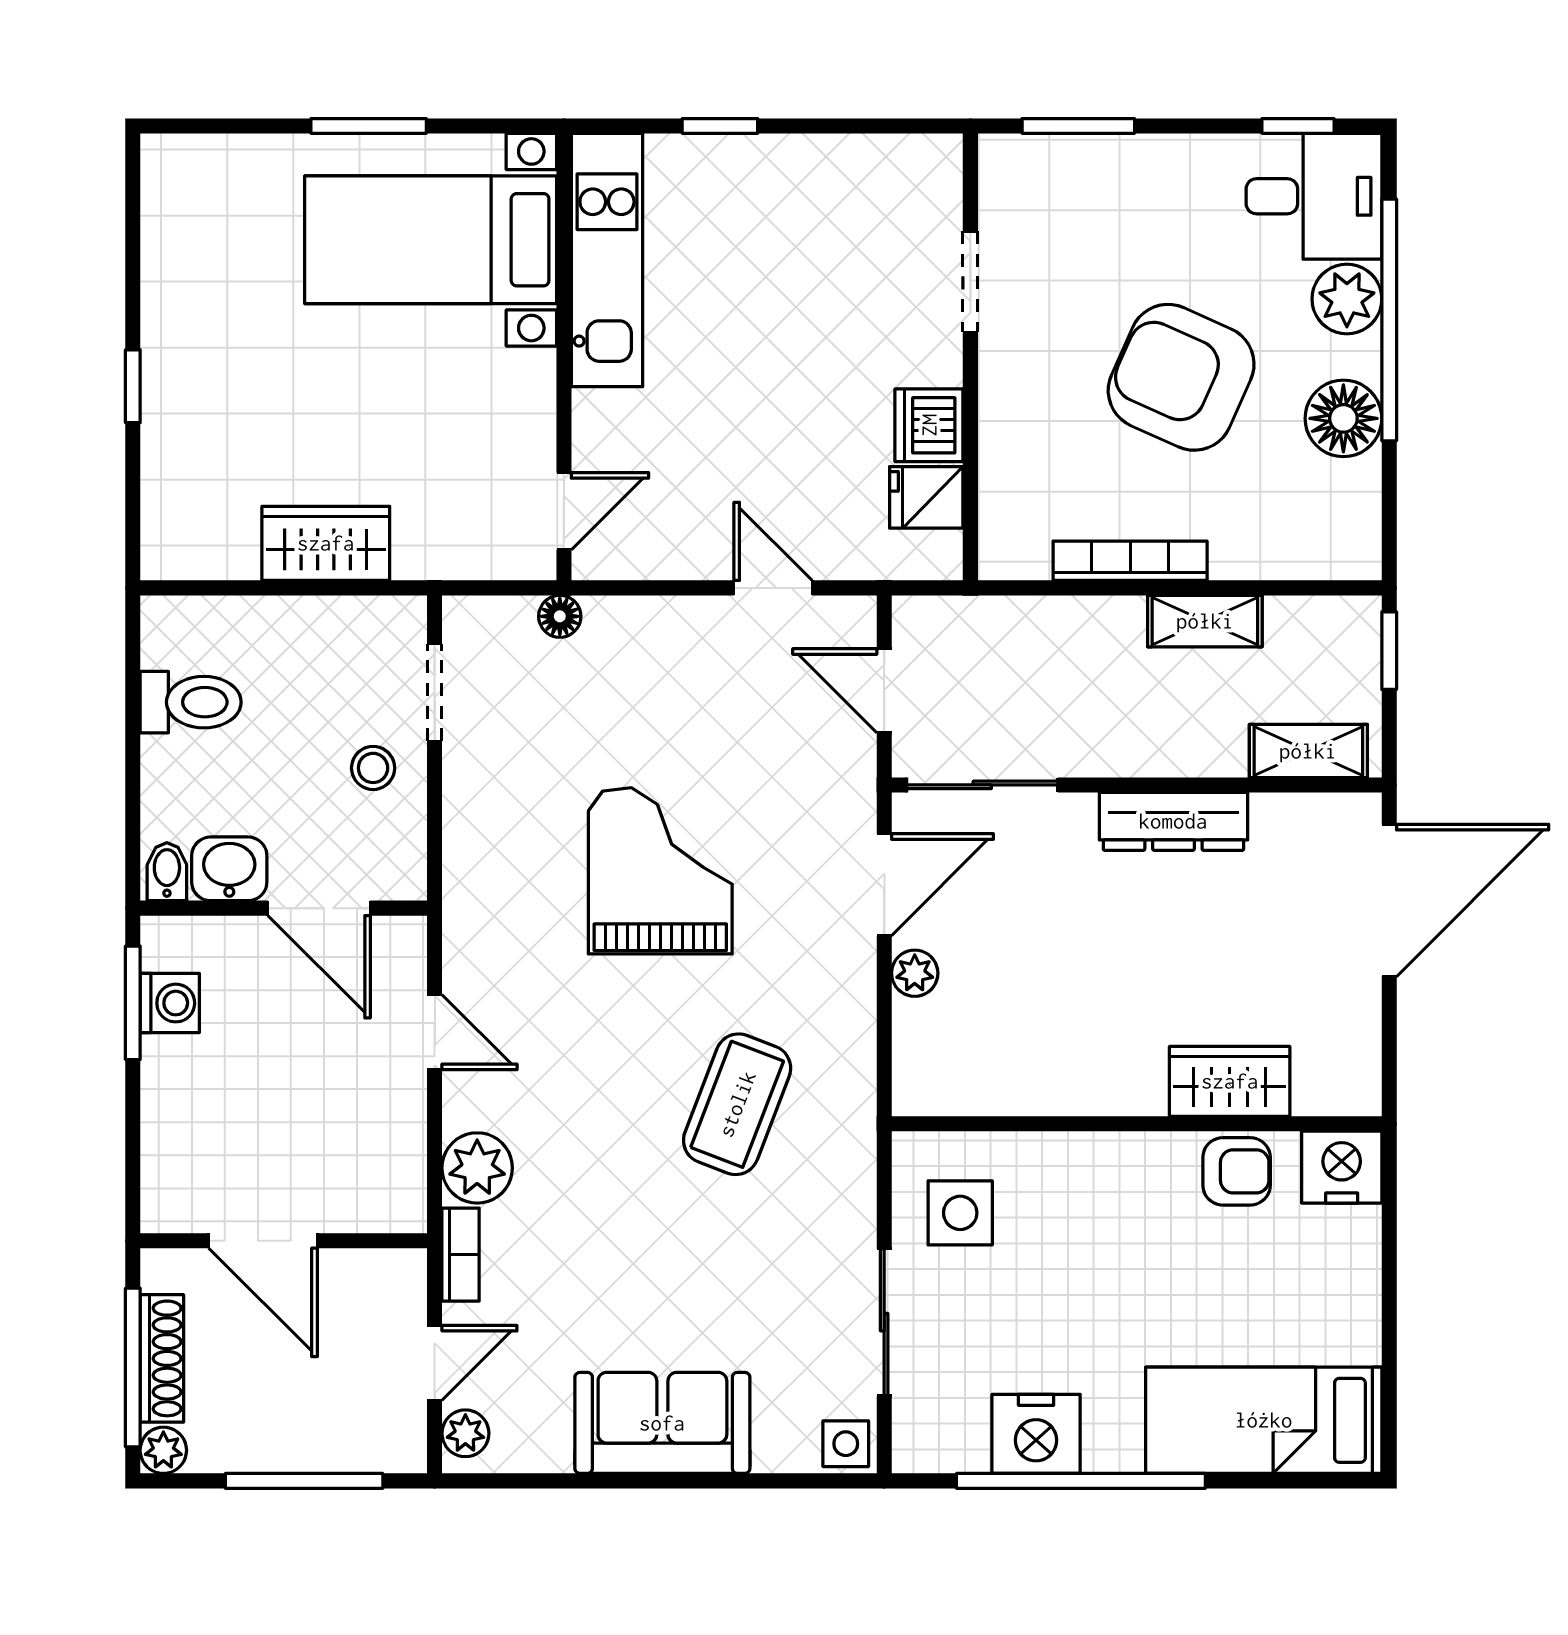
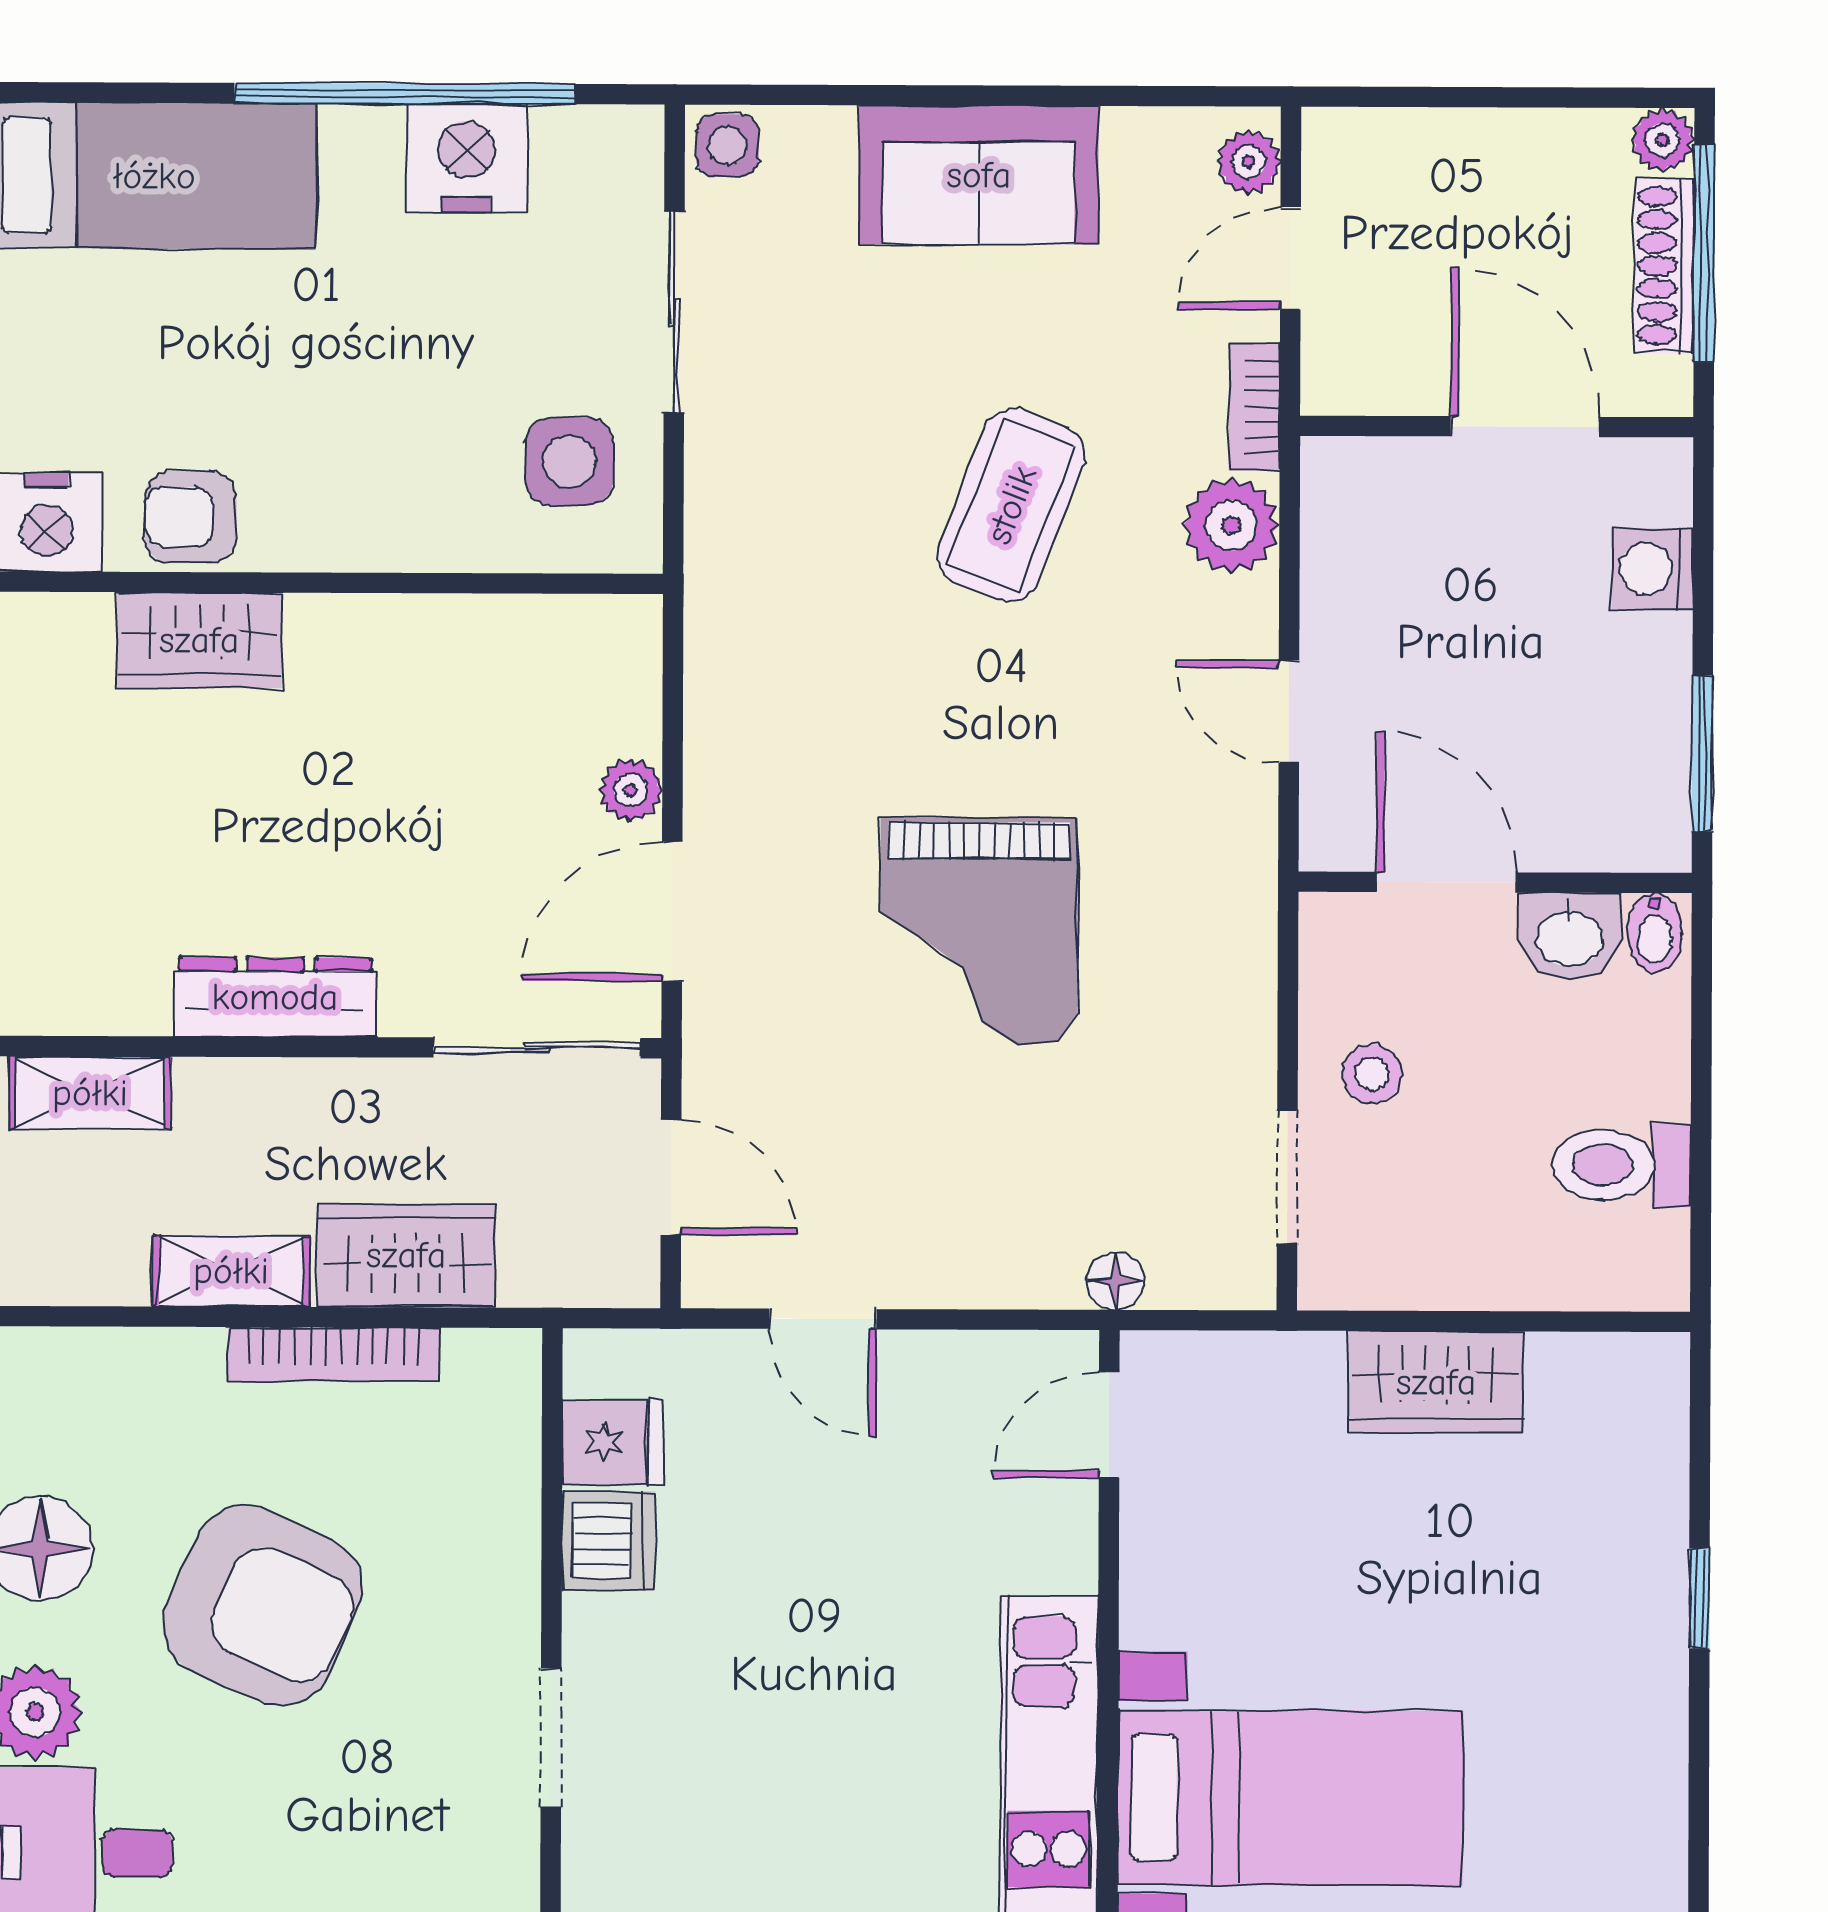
wardrobe: (1077, 633) -> (406, 1255), added
washing machine: (170, 1003) -> (1652, 569), moved
coffee table: (737, 1104) -> (1011, 505), moved
window: (304, 1481) -> (1470, 97), removed

